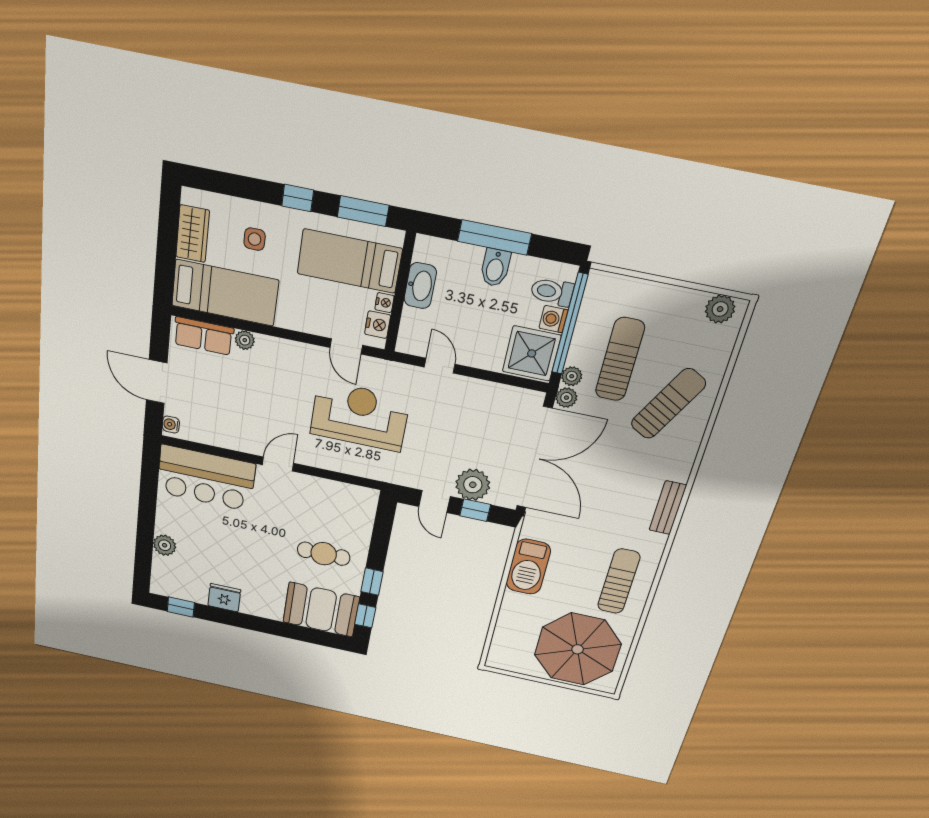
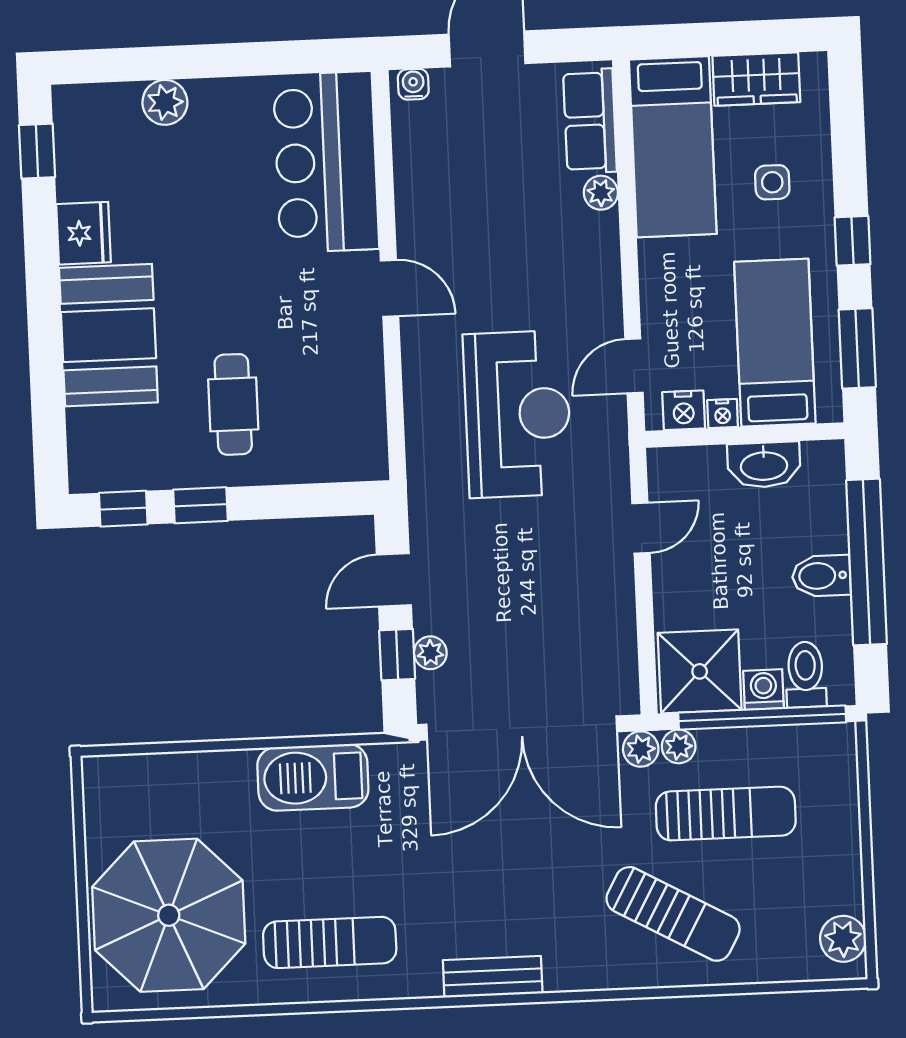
window: (494, 237) -> (867, 562), width x1.46
plant: (473, 485) -> (430, 653), width x0.53, depth x0.53
booth: (321, 610) -> (108, 335), moved

